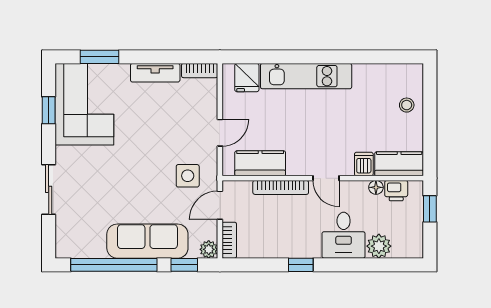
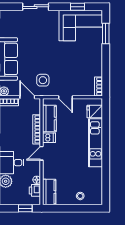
tv unit: (155, 73) -> (97, 63), removed
dishwasher: (364, 164) -> (49, 138), moved

